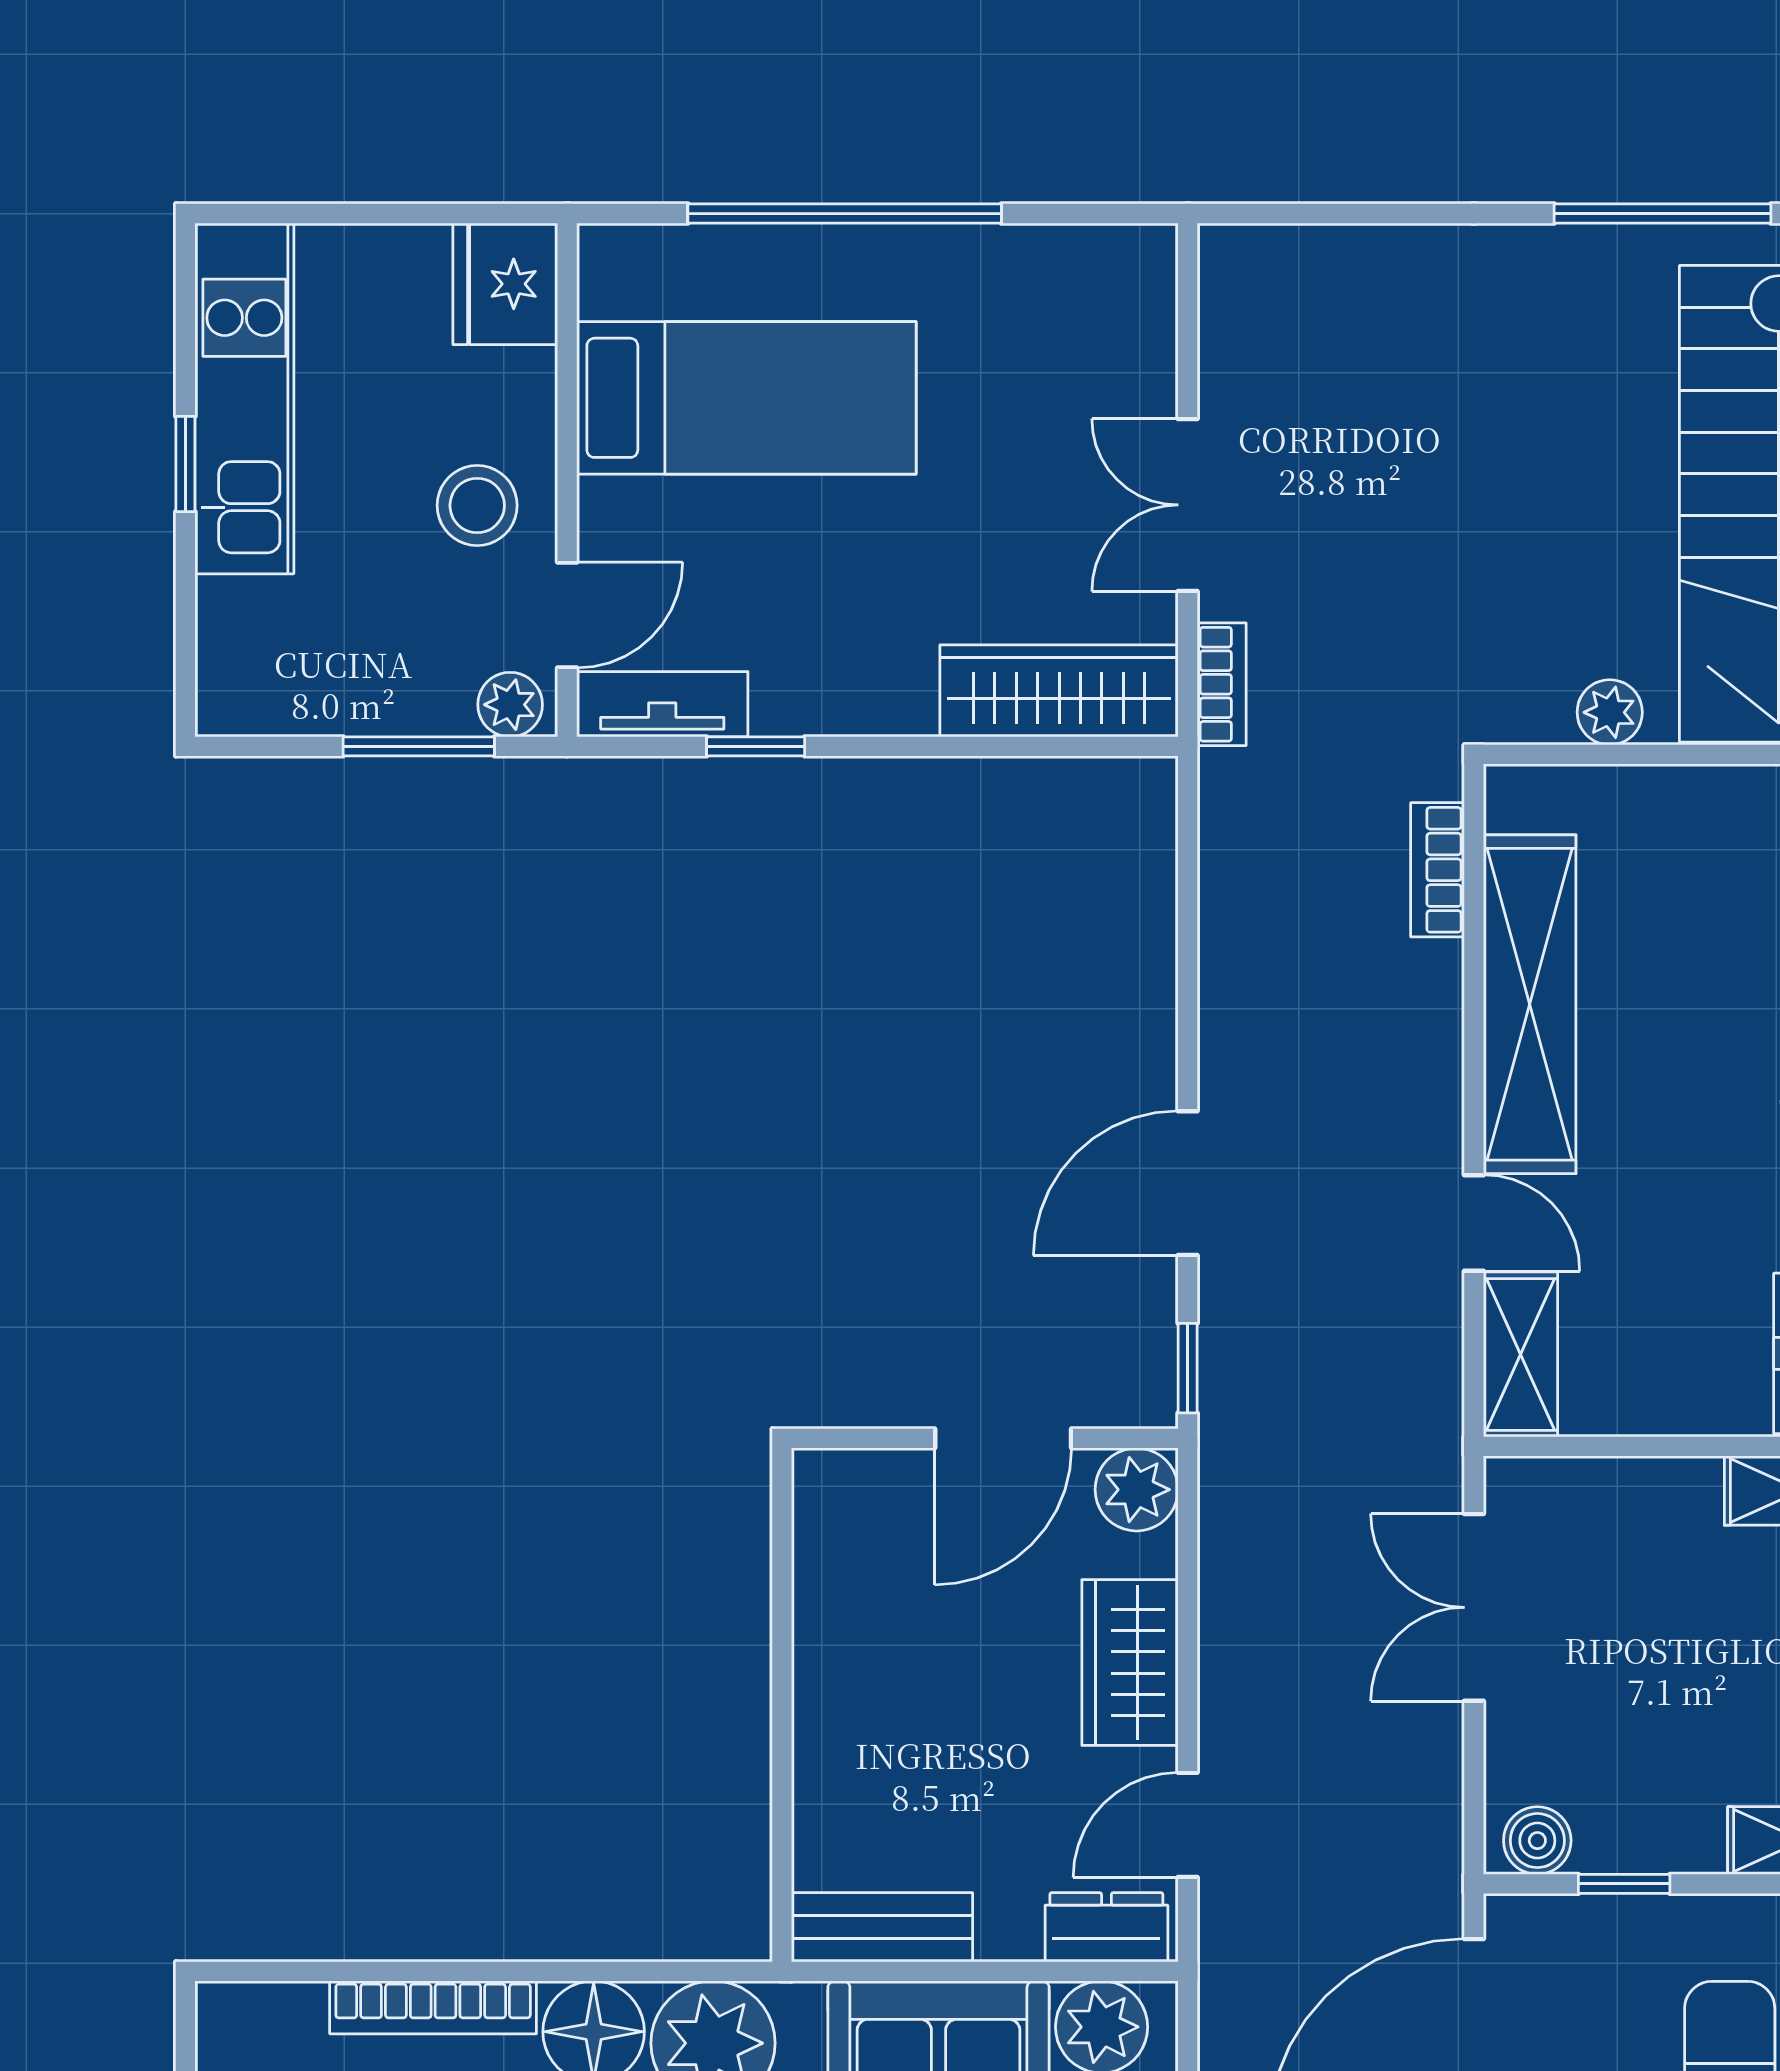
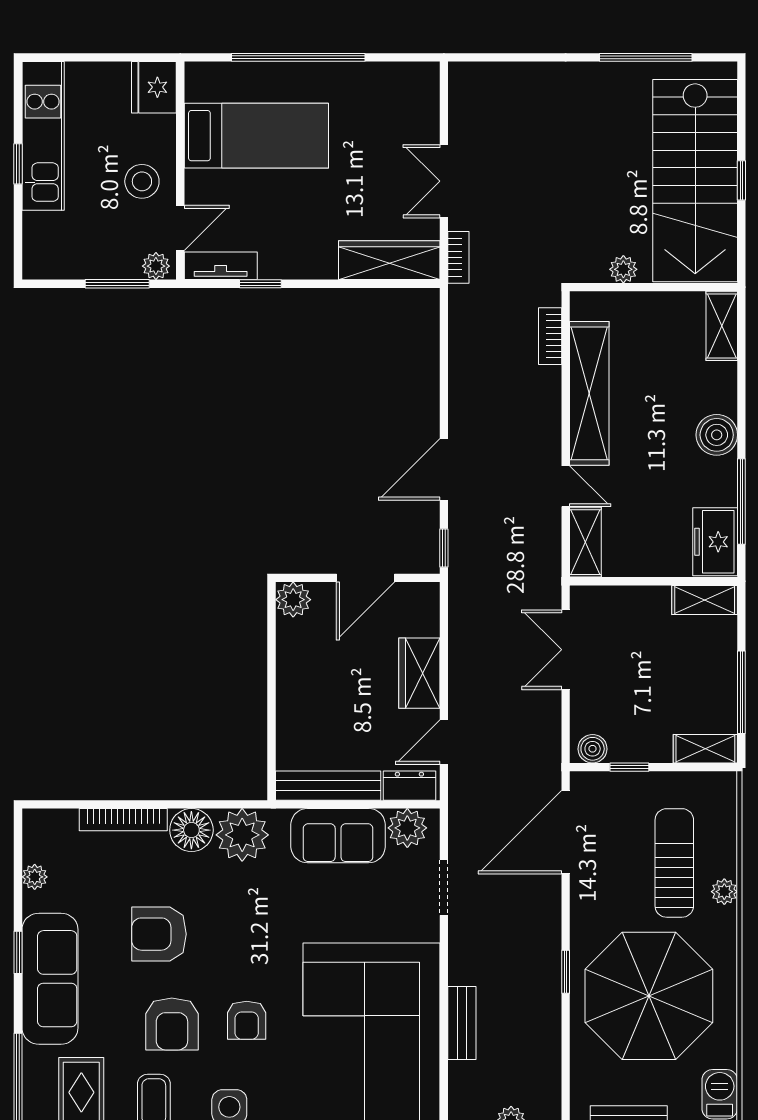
plant: (1137, 1490) -> (293, 600), moved
bench: (882, 1927) -> (328, 786), width x1.36

